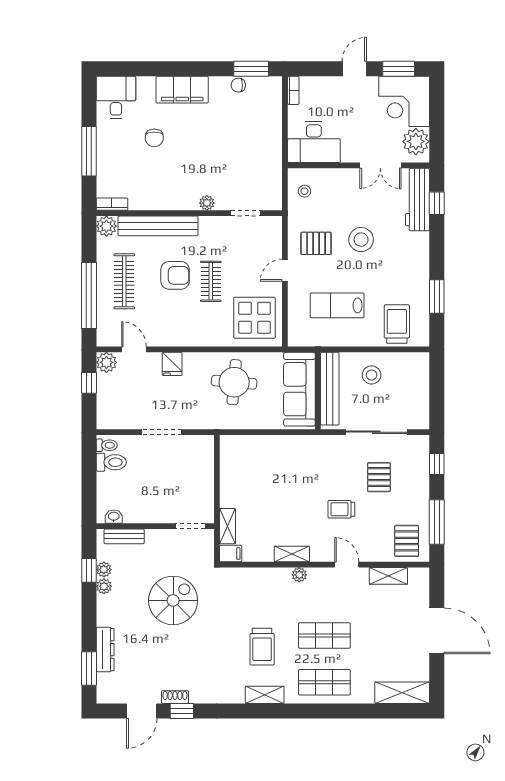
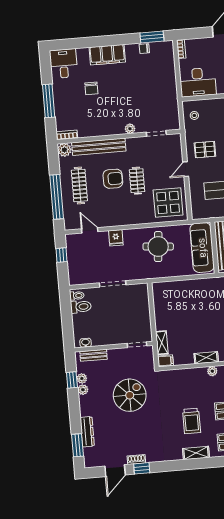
plant: (106, 362) -> (72, 240), removed

